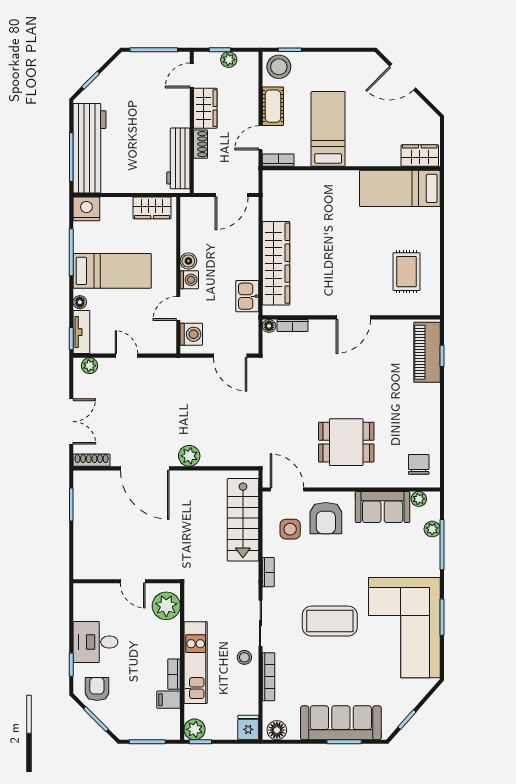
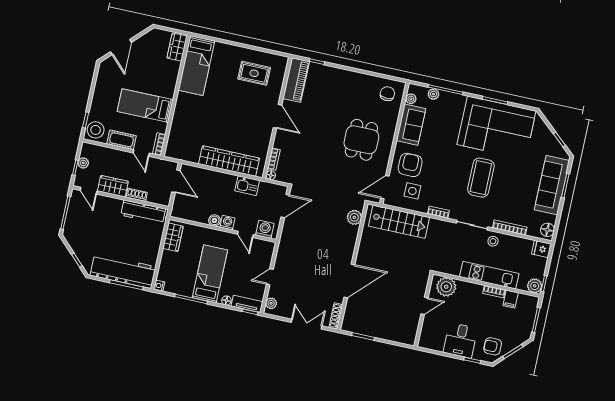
nightstand: (86, 209) -> (159, 286), width x0.53, depth x0.56
piano: (427, 352) -> (296, 80), moved, turned -90
plant: (189, 456) -> (354, 217), moved
chair: (419, 464) -> (387, 94), turned 90
armchair: (326, 518) -> (410, 165), turned -90

